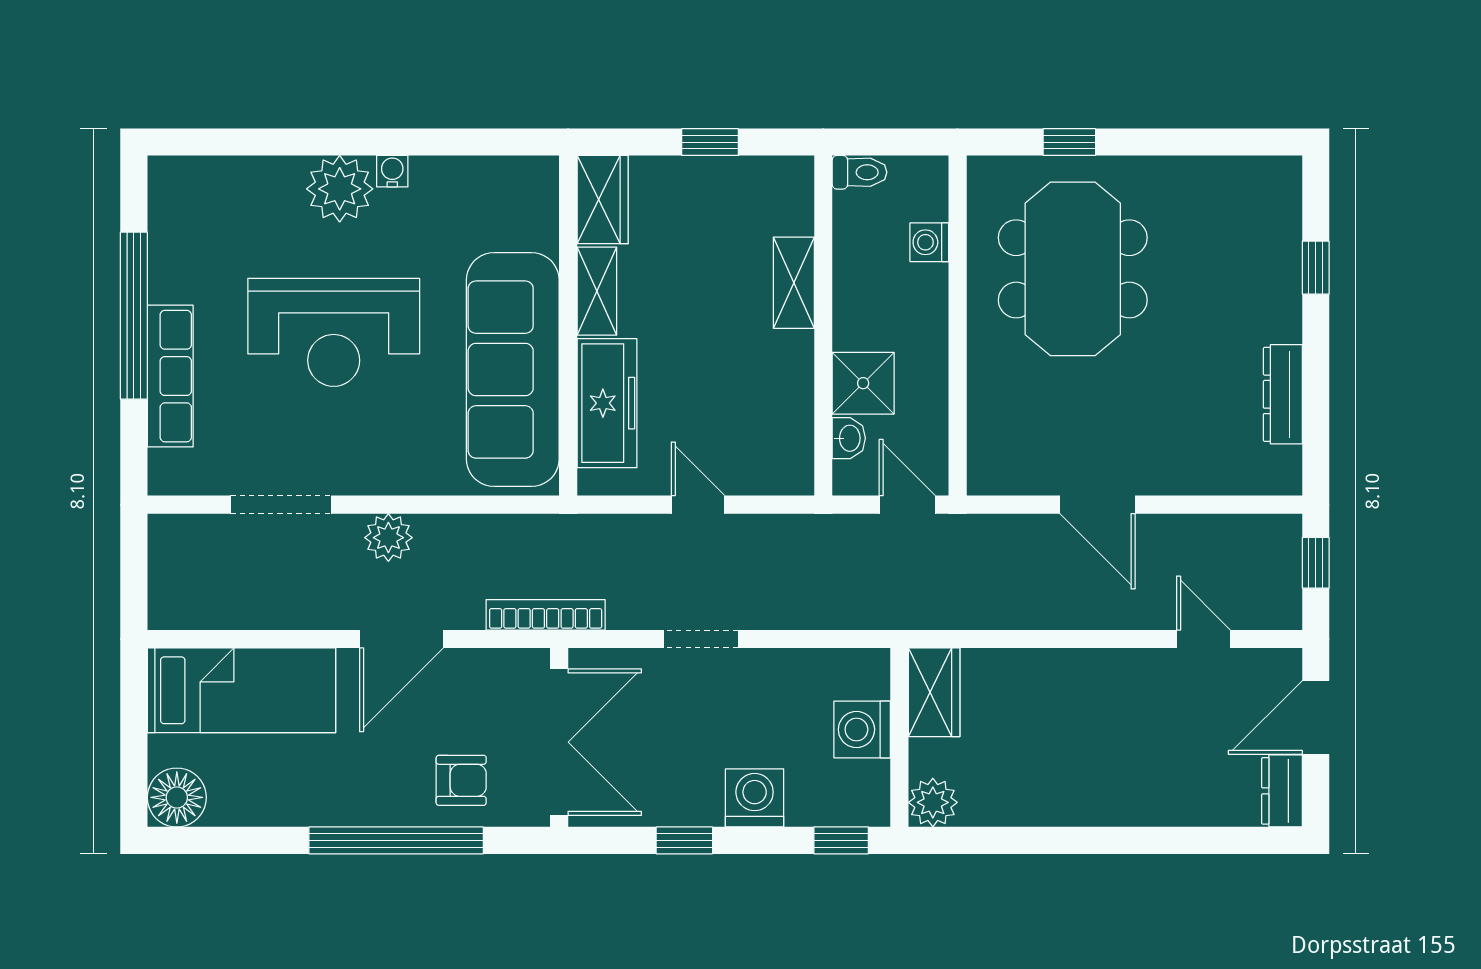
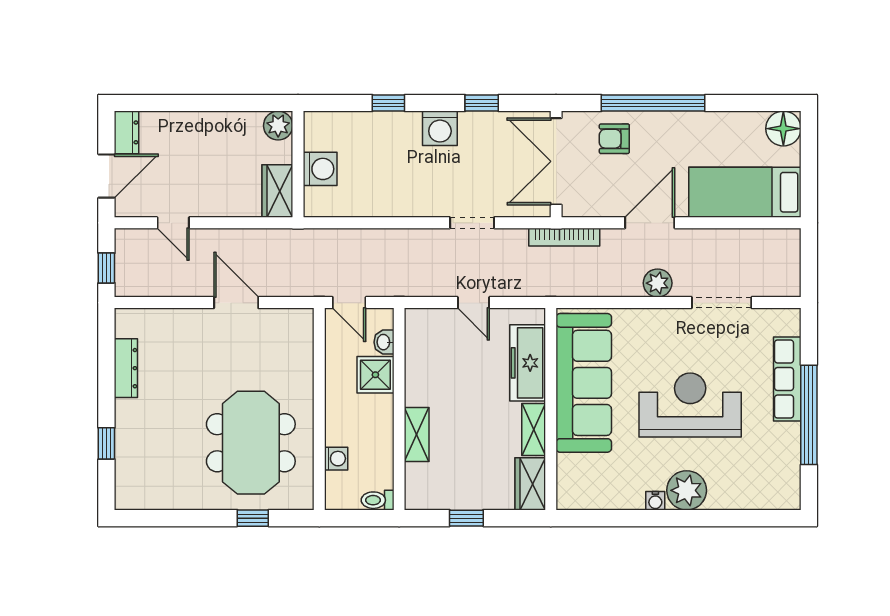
wardrobe: (934, 692) -> (277, 191), moved
washing machine: (862, 729) -> (320, 169), moved
wall: (899, 737) -> (298, 164), moved
plant: (933, 802) -> (278, 126), moved

